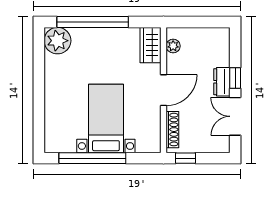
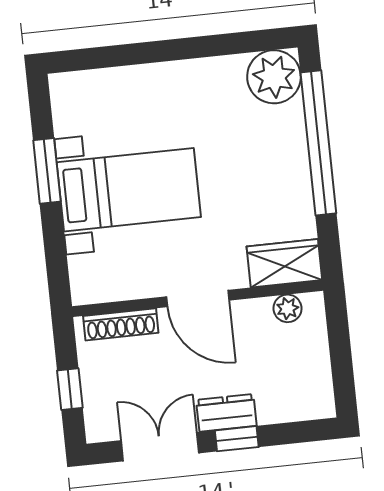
window: (92, 158) -> (47, 171), width x0.47
window: (186, 158) -> (70, 389), moved

